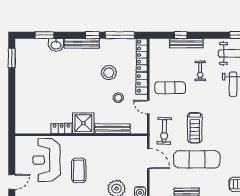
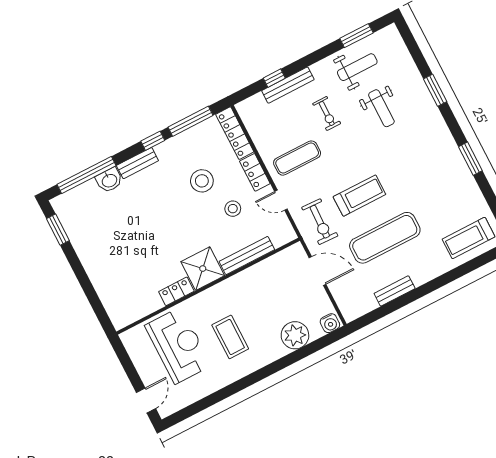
window: (44, 35) -> (86, 175), width x2.11
bench: (82, 43) -> (137, 163), width x0.73
treadmill: (195, 128) -> (359, 196), turned -90
reception desk: (46, 160) -> (178, 346), turned 180

